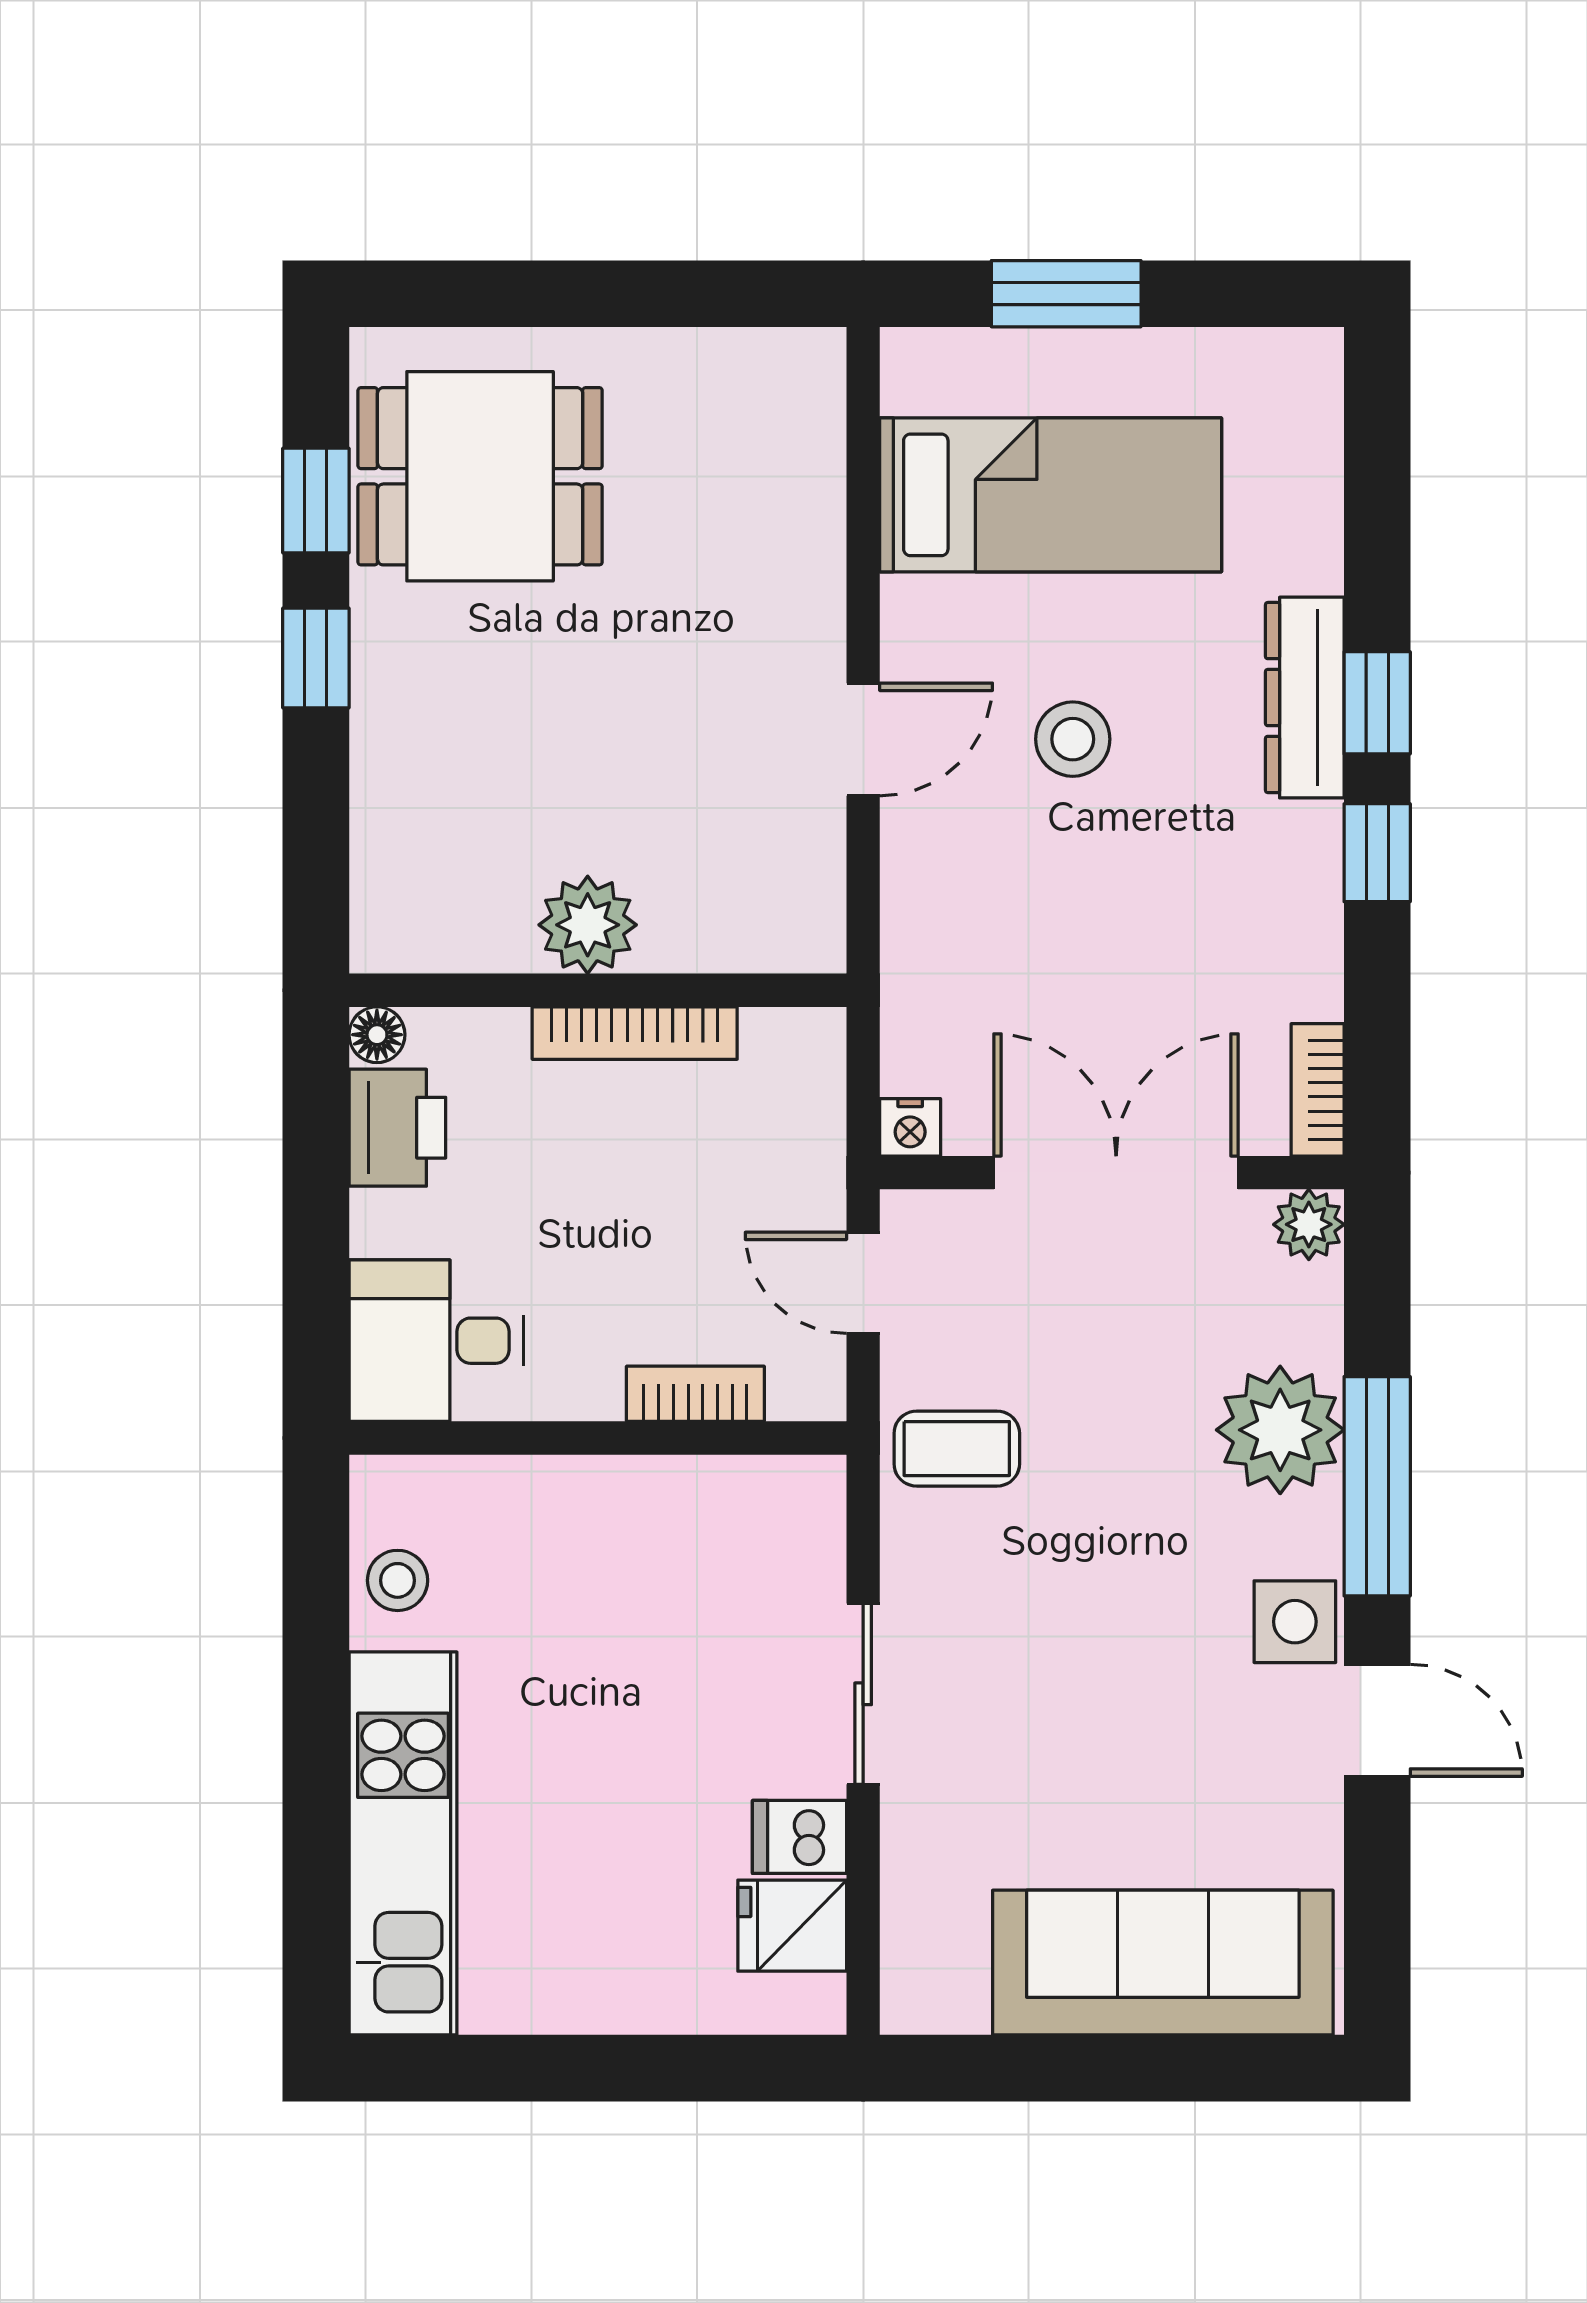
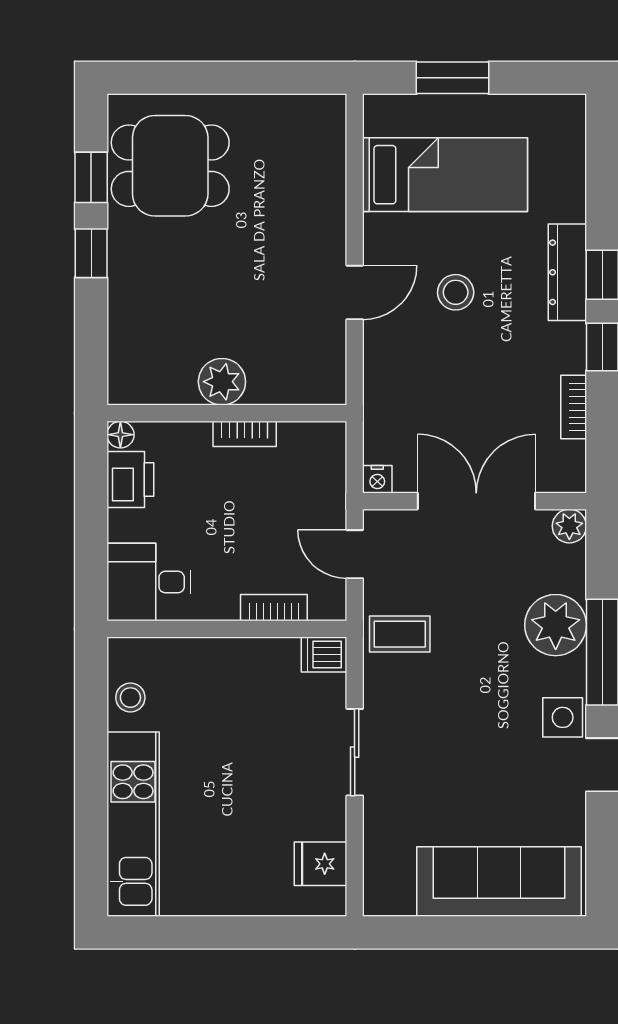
bookcase: (635, 1033) -> (245, 434), width x0.64
bookcase: (1318, 1090) -> (574, 407), moved
dishwasher: (800, 1837) -> (324, 654), moved

